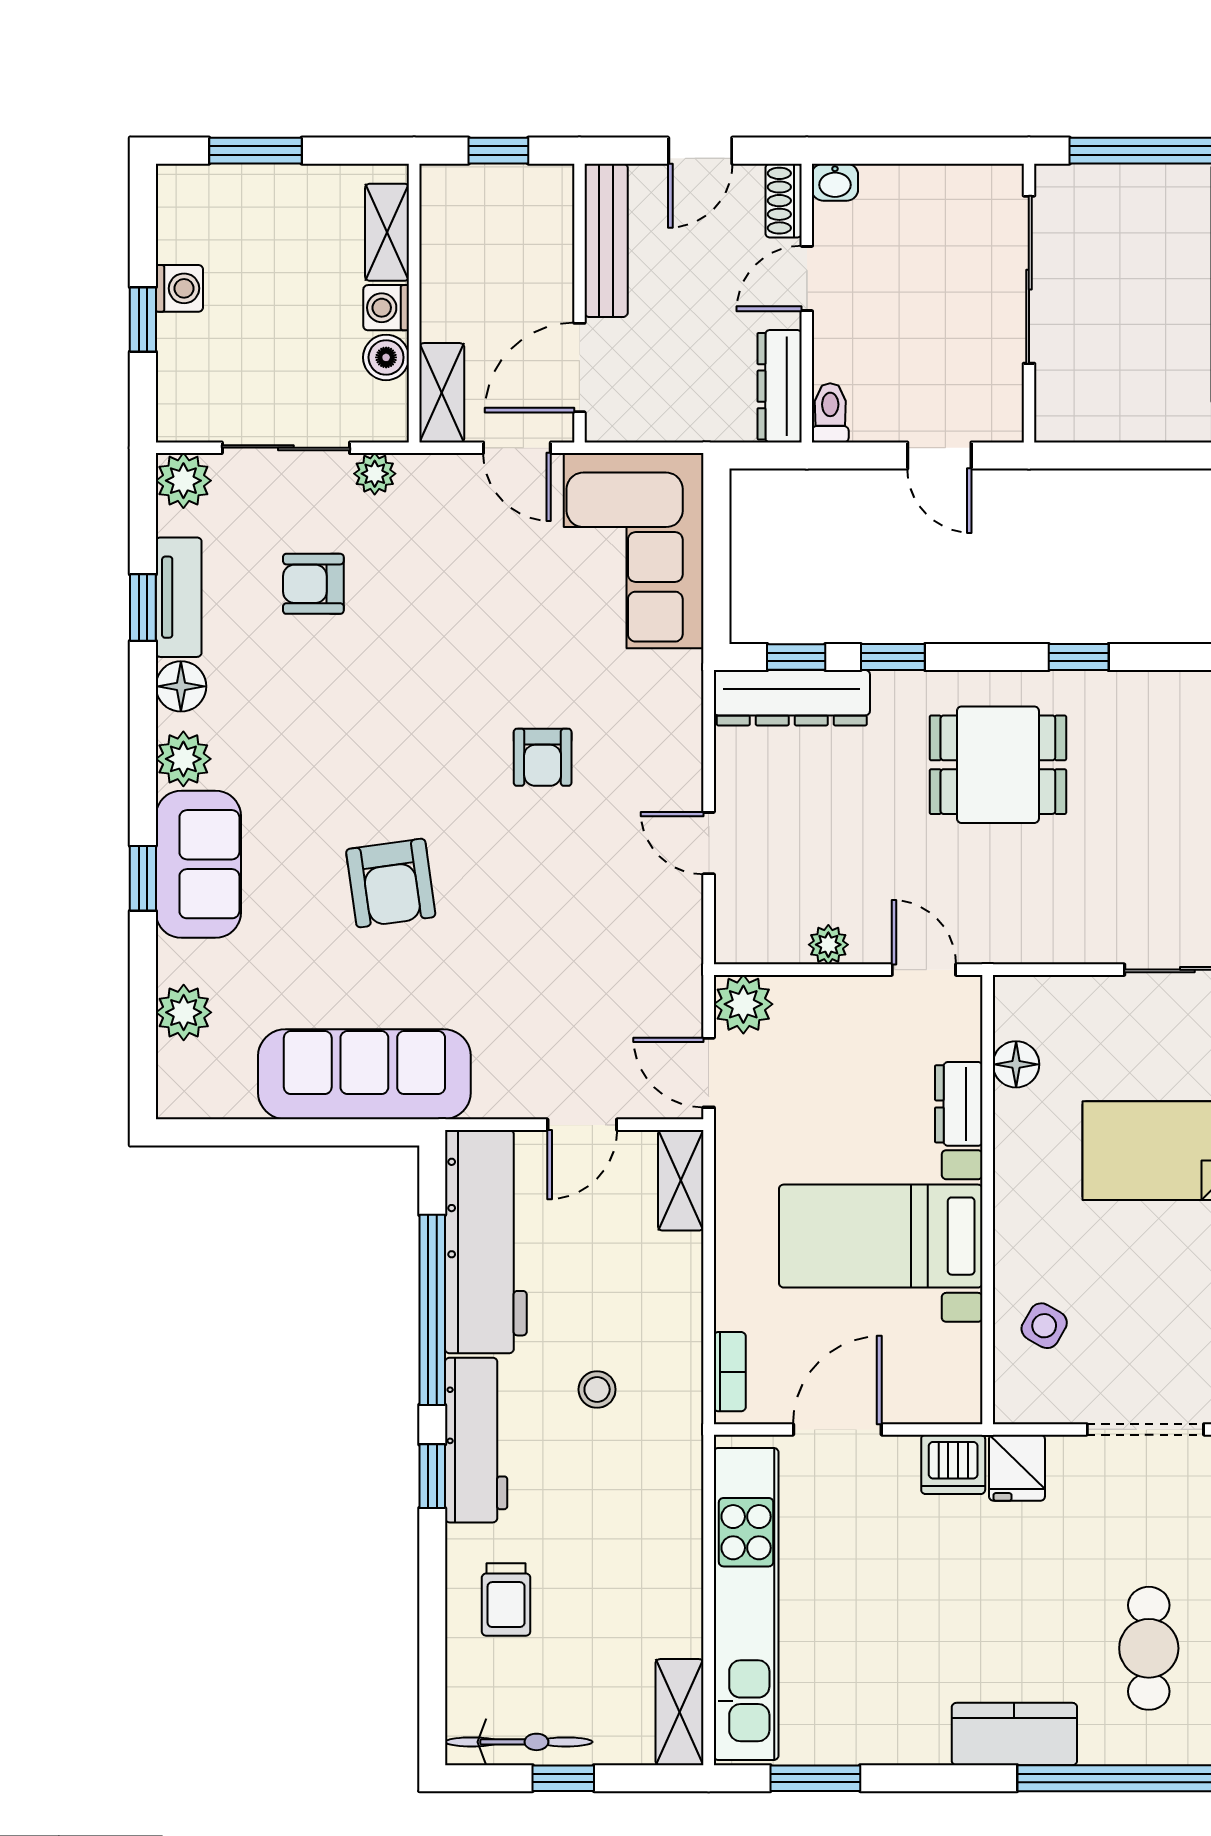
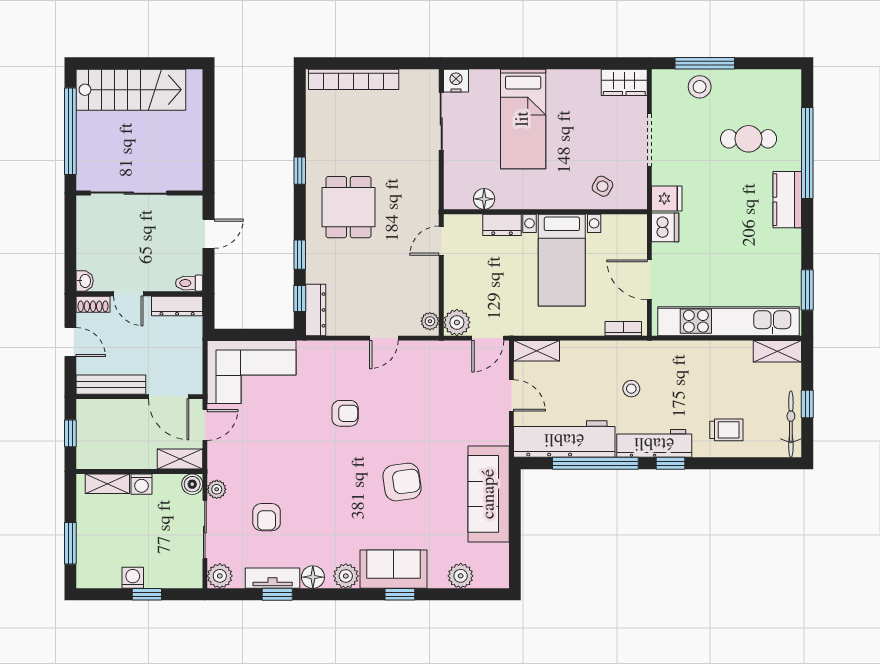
boiler: (386, 357) -> (192, 484), moved
dresser: (792, 698) -> (316, 310), width x0.73, depth x0.80
plant: (828, 945) -> (430, 321), moved

